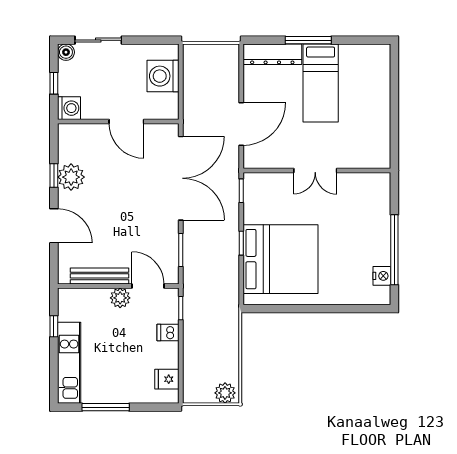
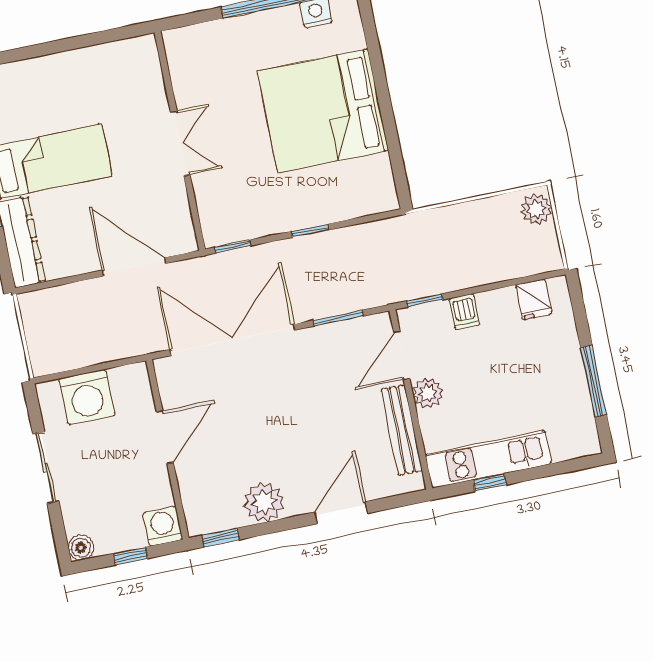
sliding door: (98, 40) -> (46, 468), moved
window: (54, 176) -> (220, 538), moved
bed: (281, 259) -> (323, 111), moved, turned -90
kitchen unit: (69, 363) -> (488, 459), moved

